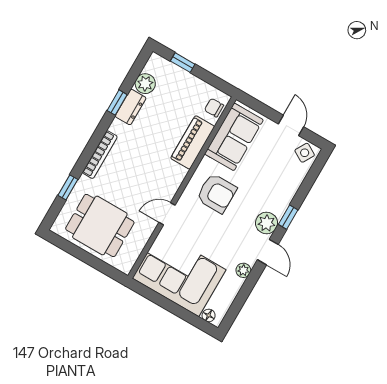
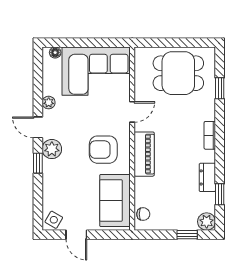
plant: (145, 84) -> (207, 222), moved
window: (117, 103) -> (220, 194), moved
piano: (193, 142) -> (144, 154), moved
bookcase: (100, 155) -> (210, 135), width x0.64

